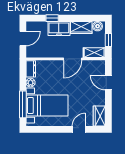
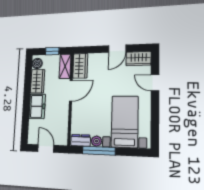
window: (52, 18) -> (26, 114), removed
door: (73, 59) -> (71, 91), hinge flipped
wardrobe: (94, 66) -> (80, 66), added
door: (108, 83) -> (117, 49), moved
window: (23, 104) -> (99, 151), moved

